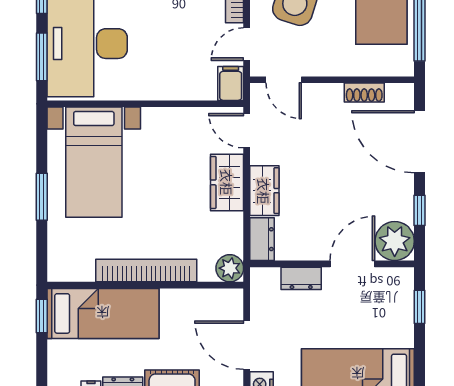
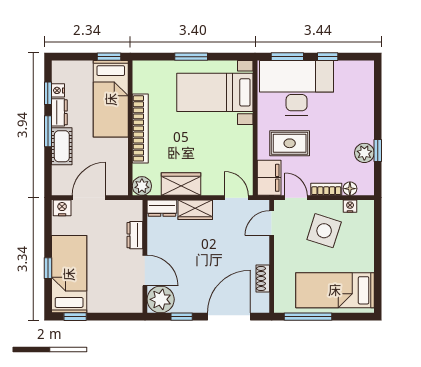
rug: (168, 54) -> (290, 143), added
filing cabinet: (231, 83) -> (269, 178), width x2.00
door: (247, 131) -> (237, 198), hinge flipped
wardrobe: (227, 182) -> (181, 184), moved
window: (420, 307) -> (75, 317), moved

